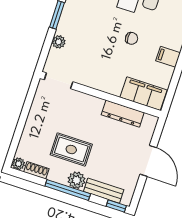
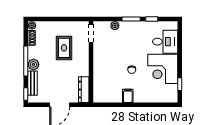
filing cabinet: (143, 94) -> (100, 88), removed
dresser: (123, 114) -> (84, 90), moved
rug: (71, 149) -> (64, 48), moved

